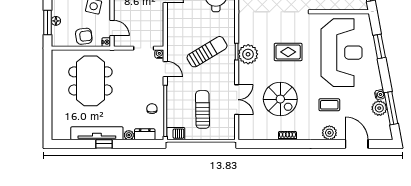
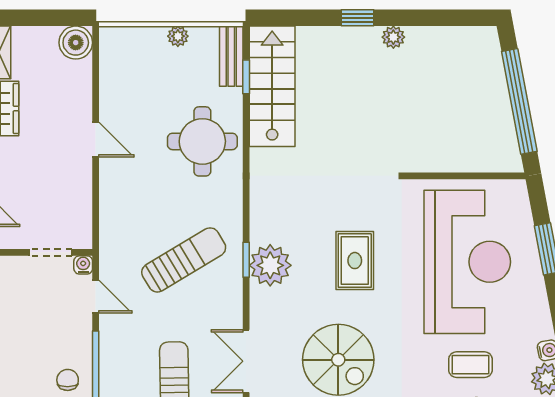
rug: (288, 52) -> (355, 261), turned 90
double door: (237, 100) -> (246, 361), swing flipped
coffee table: (329, 105) -> (470, 365), moved

